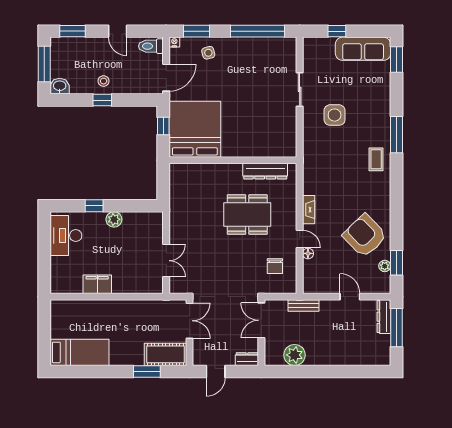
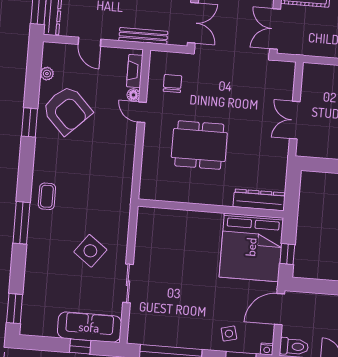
sofa: (363, 49) -> (89, 327), moved
side table: (335, 115) -> (90, 251), turned 37
dresser: (265, 171) -> (259, 200), moved
fireplace: (309, 210) -> (135, 71), moved
double door: (166, 261) -> (295, 120), moved
window: (396, 263) -> (30, 122), moved
bench: (304, 305) -> (143, 36), width x1.36

